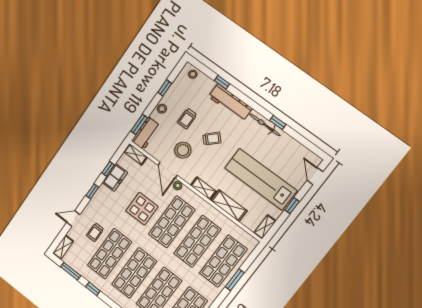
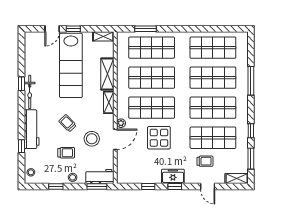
shelving: (136, 154) -> (121, 173), removed
door: (315, 176) -> (52, 29), moved
freezer: (115, 177) -> (173, 176), moved
window: (235, 280) -> (145, 29), moved

